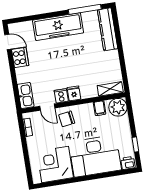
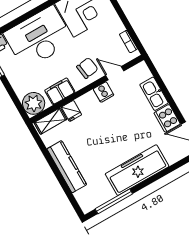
kitchen counter: (108, 29) -> (67, 167), moved
fridge: (74, 93) -> (71, 111), moved
kitchen sink: (26, 96) -> (154, 94), moved
filing cabinet: (100, 108) -> (60, 91), width x2.00

